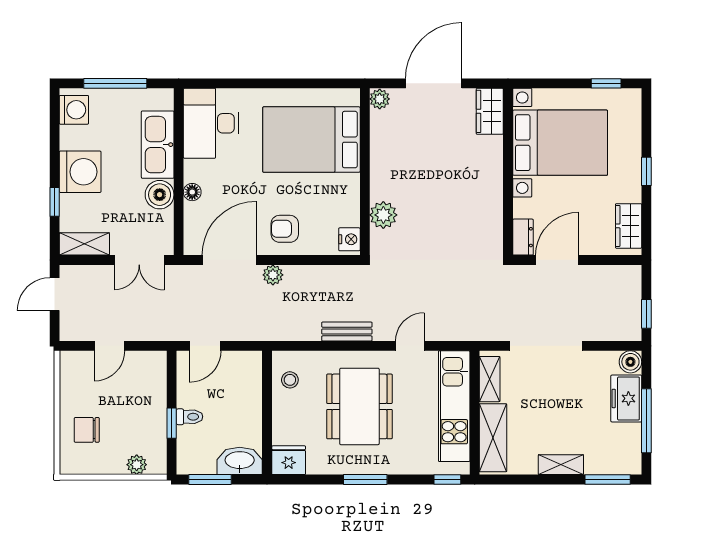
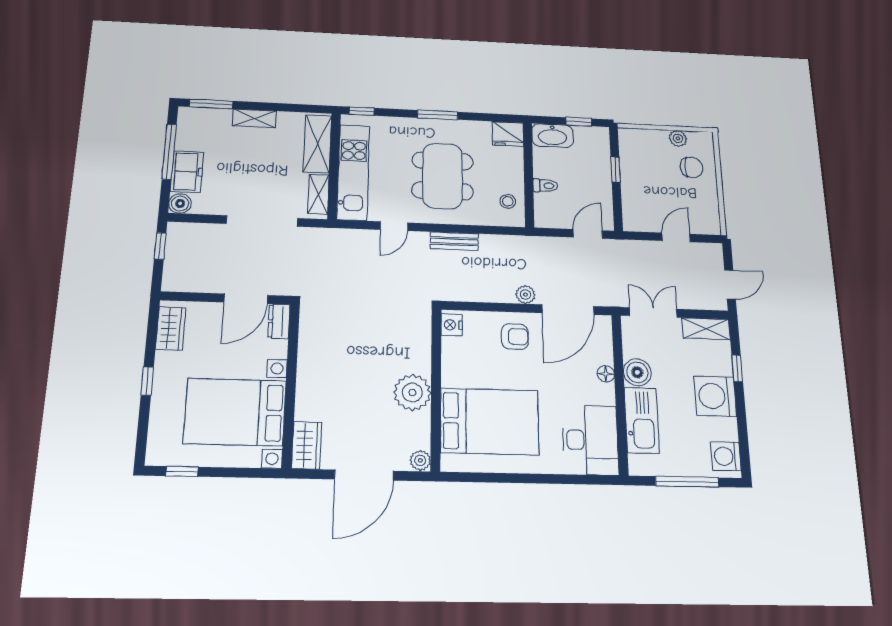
plant: (383, 215) -> (412, 393), moved, width x1.36, depth x1.36
toilet: (189, 417) -> (545, 186), moved, turned 180
plant: (137, 465) -> (678, 138), moved
window: (210, 480) -> (579, 122), width x0.67

